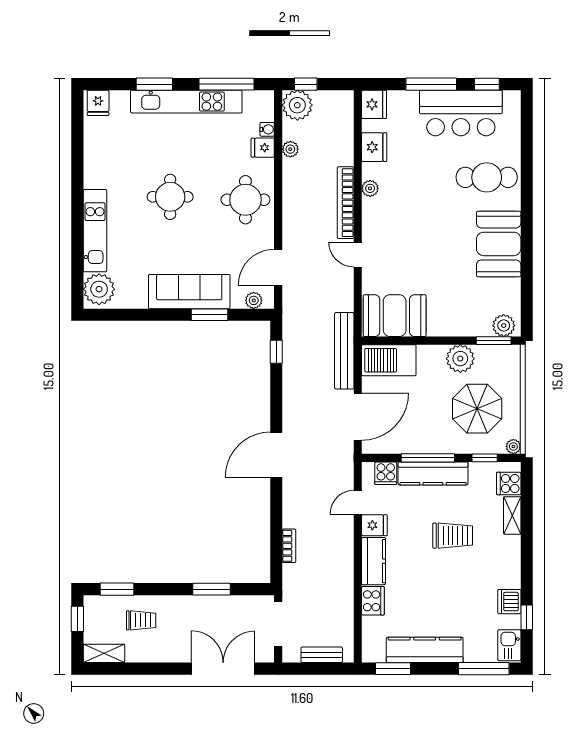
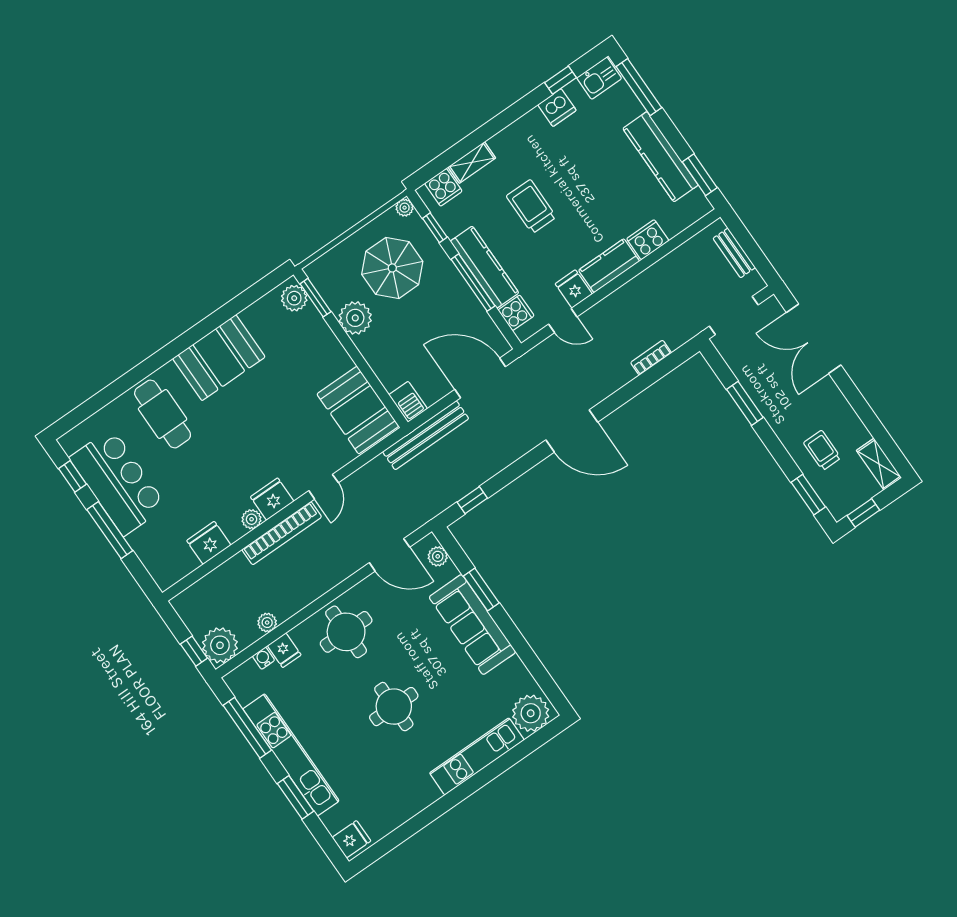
fridge: (374, 104) -> (272, 499), moved
barbecue: (389, 360) -> (408, 402), width x0.53, depth x0.65

